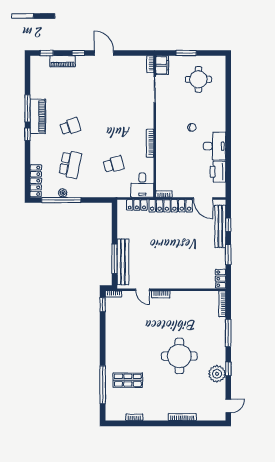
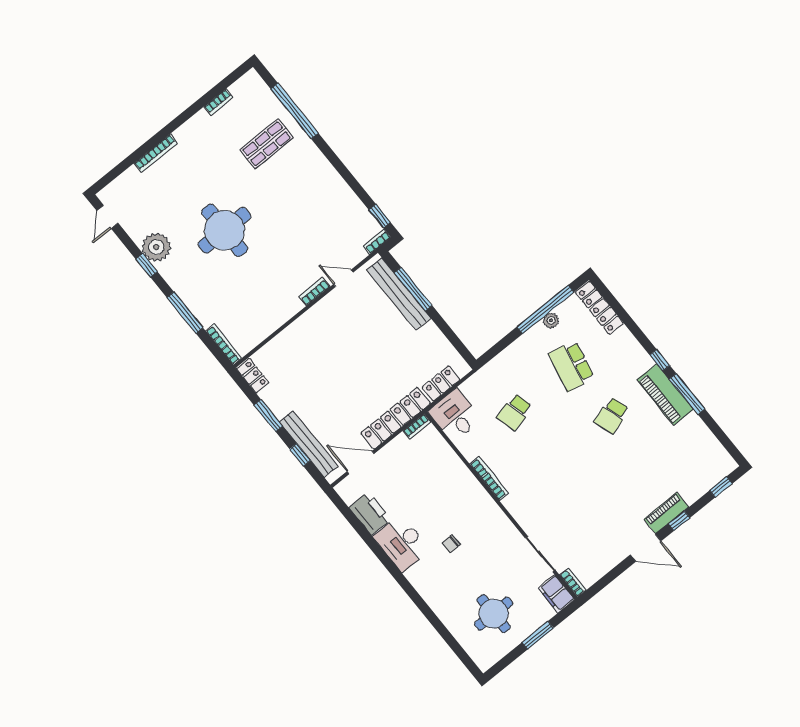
piano: (63, 61) -> (666, 513), moved

